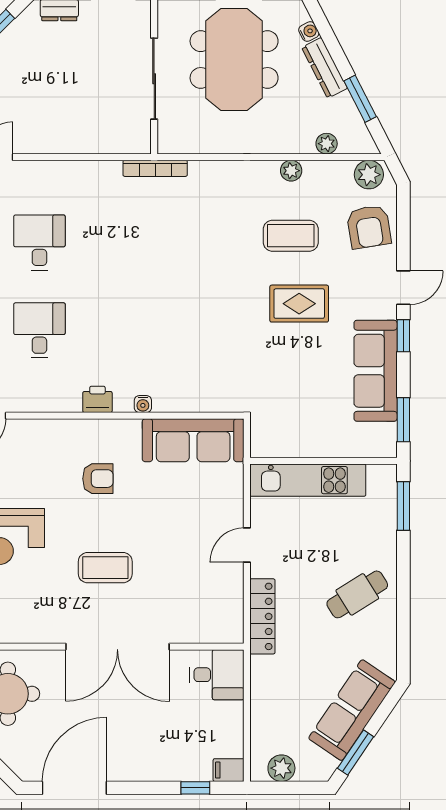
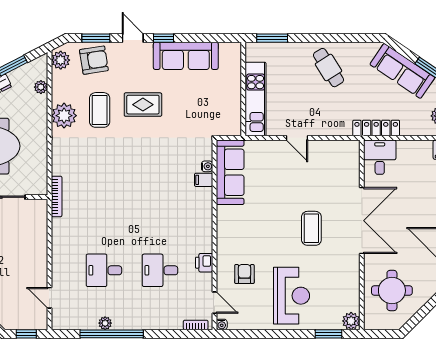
plant: (291, 171) -> (64, 116), width x1.87, depth x1.87
rug: (299, 304) -> (143, 105), turned 90
printer: (97, 399) -> (204, 263), moved
filing cabinet: (181, 399) -> (204, 180), added
water cooler: (143, 404) -> (207, 166), moved
window: (403, 420) -> (96, 38), moved
armchair: (98, 479) -> (244, 274), moved
locker: (262, 616) -> (376, 128), moved

